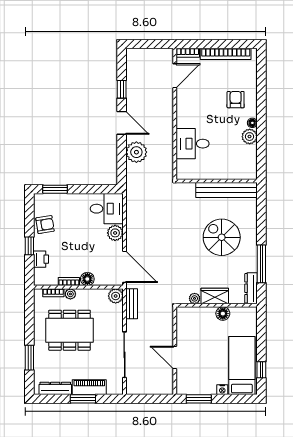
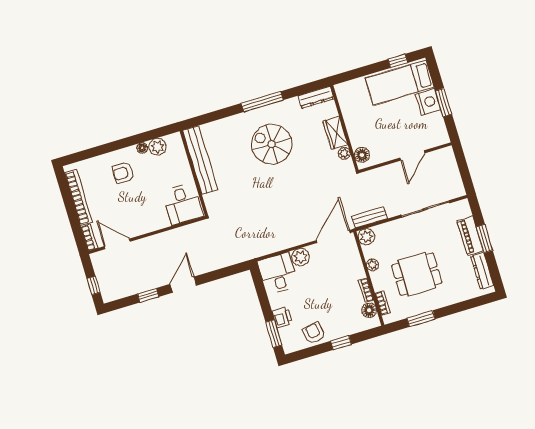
window: (145, 44) -> (94, 286), added
plant: (136, 152) -> (209, 260), removed
wall: (217, 181) -> (194, 173), moved
bench: (227, 190) -> (200, 160), moved
spiral stairs: (222, 237) -> (272, 144), turned 90
printer: (41, 259) -> (282, 317), moved, turned 90
window: (261, 264) -> (262, 102), moved
floor lamp: (87, 279) -> (369, 310), moved
plant: (70, 294) -> (373, 265), moved
floor lamp: (223, 314) -> (362, 155), moved
dining table: (70, 330) -> (417, 274), width x0.73
window: (29, 358) -> (421, 319), moved
nightstand: (222, 390) -> (428, 102), width x1.89, depth x1.79
window: (199, 399) -> (444, 103), moved

